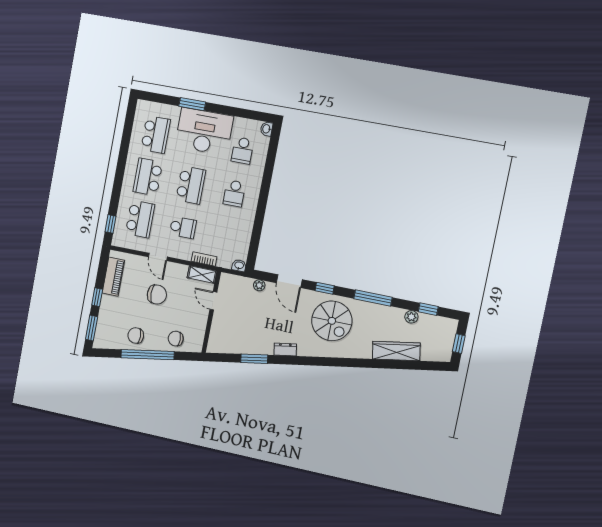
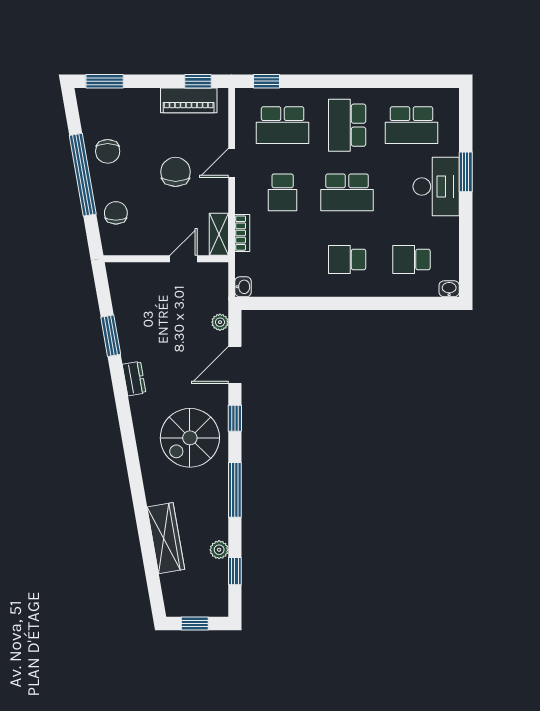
desk: (204, 131) -> (436, 187), width x0.73, depth x0.77
school desk: (148, 177) -> (347, 125), turned -90
chair: (157, 294) -> (176, 172), turned 180
window: (97, 297) -> (198, 81), moved
chair: (136, 336) -> (108, 151), turned 180

